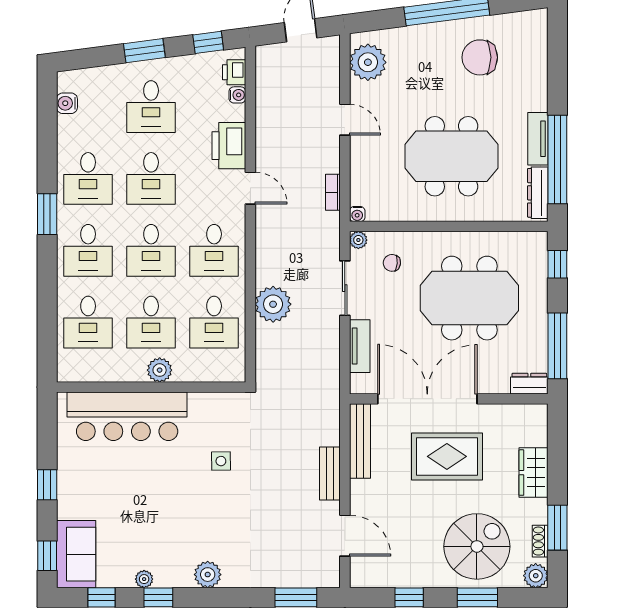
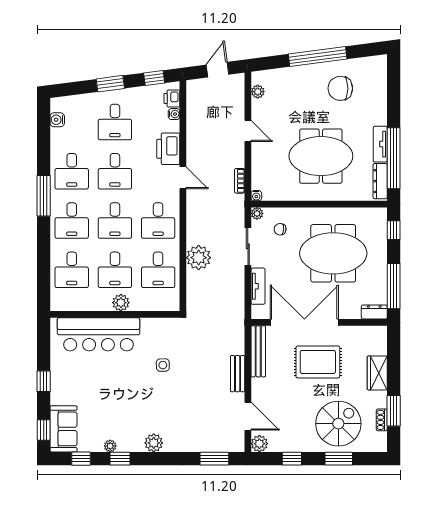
plant: (368, 62) -> (258, 92), width x0.53, depth x0.53
window: (47, 214) -> (44, 196), width x1.44
plant: (536, 576) -> (259, 444), moved

